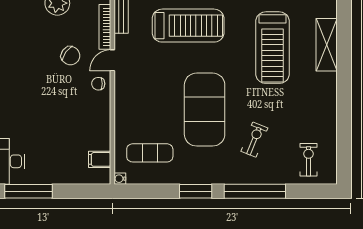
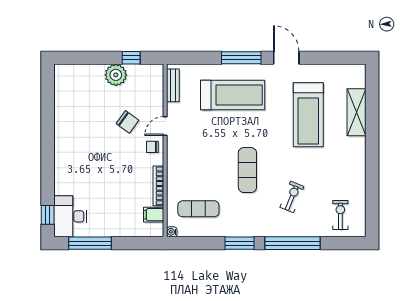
bookcase: (105, 27) -> (158, 186), moved
exercise mat: (205, 110) -> (247, 170), width x0.50, depth x0.69

